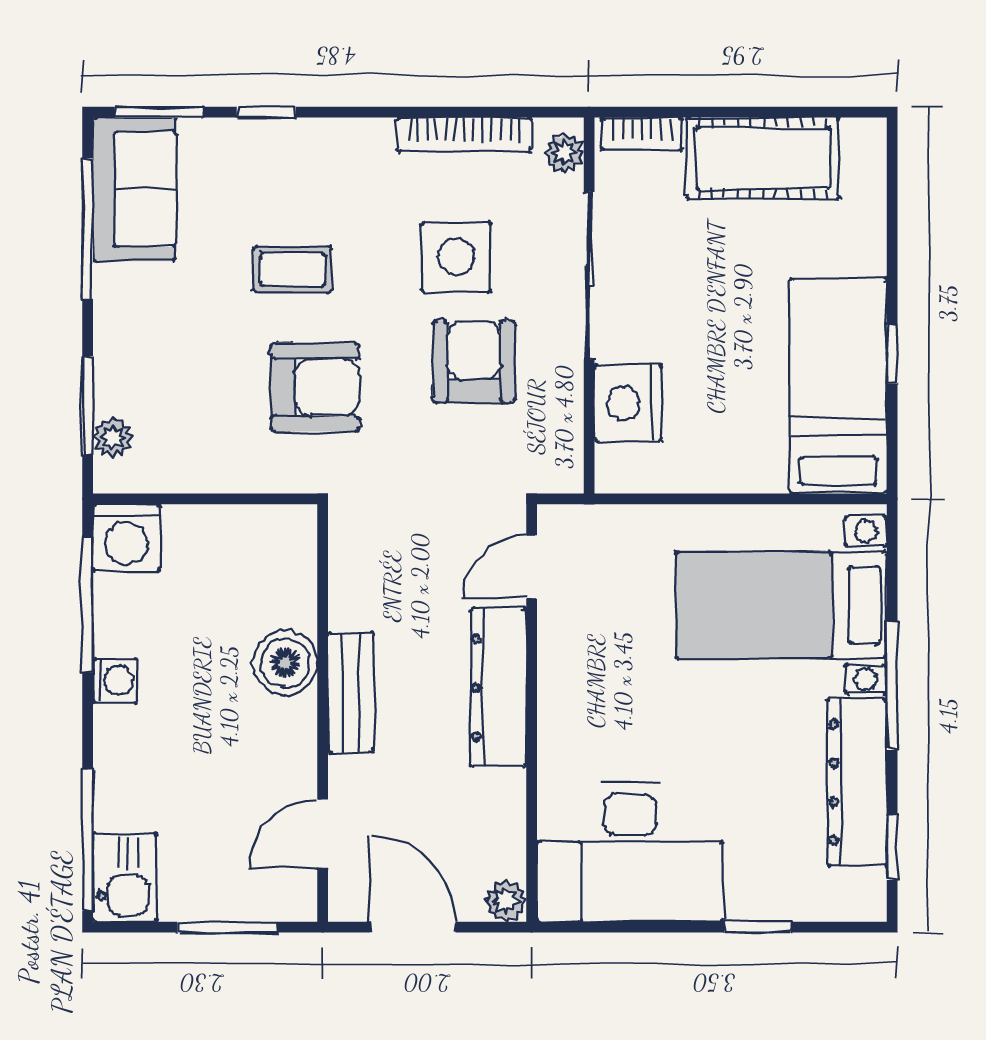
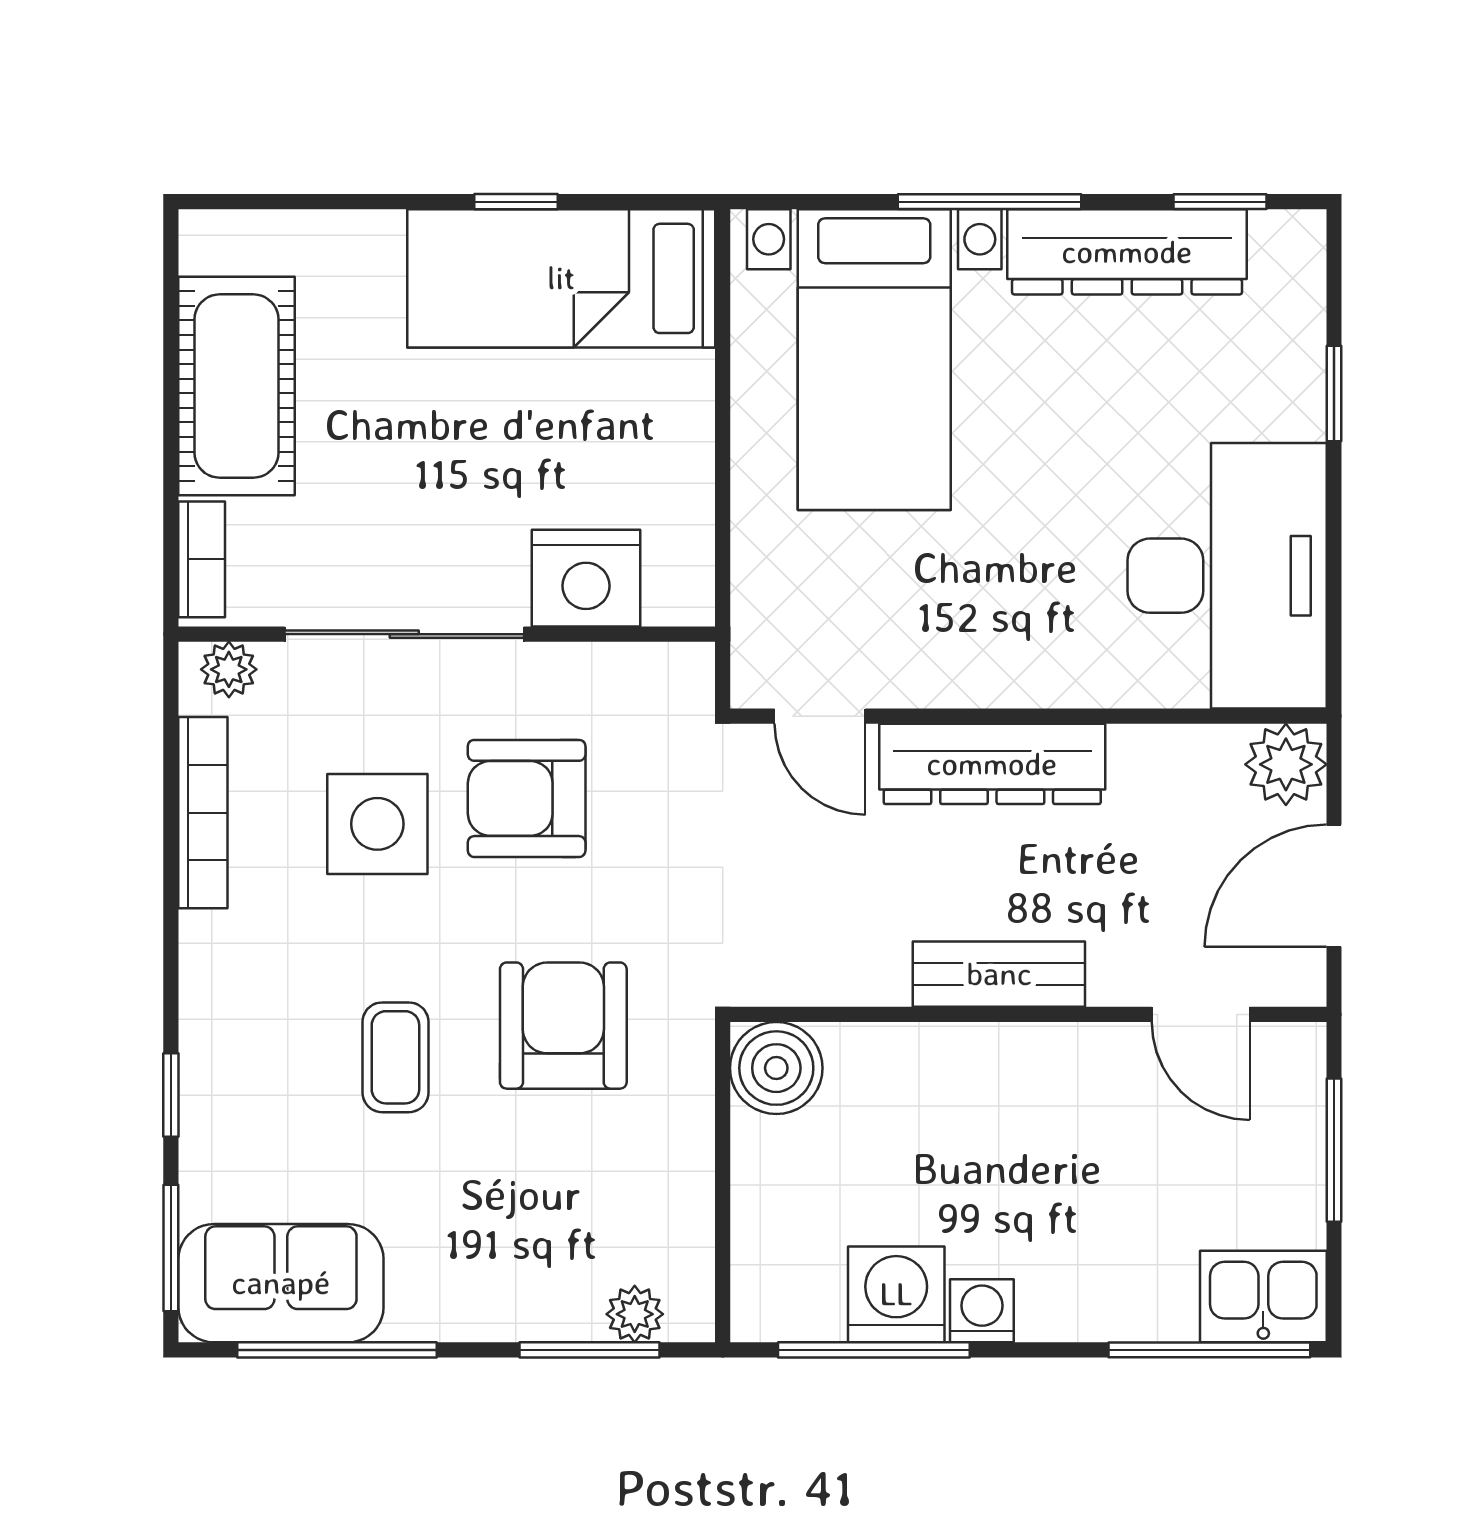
washing machine: (126, 538) -> (896, 1294), moved, turned -90
boiler: (285, 663) -> (776, 1068), moved
plant: (506, 901) -> (1286, 764), width x1.38, depth x1.38

